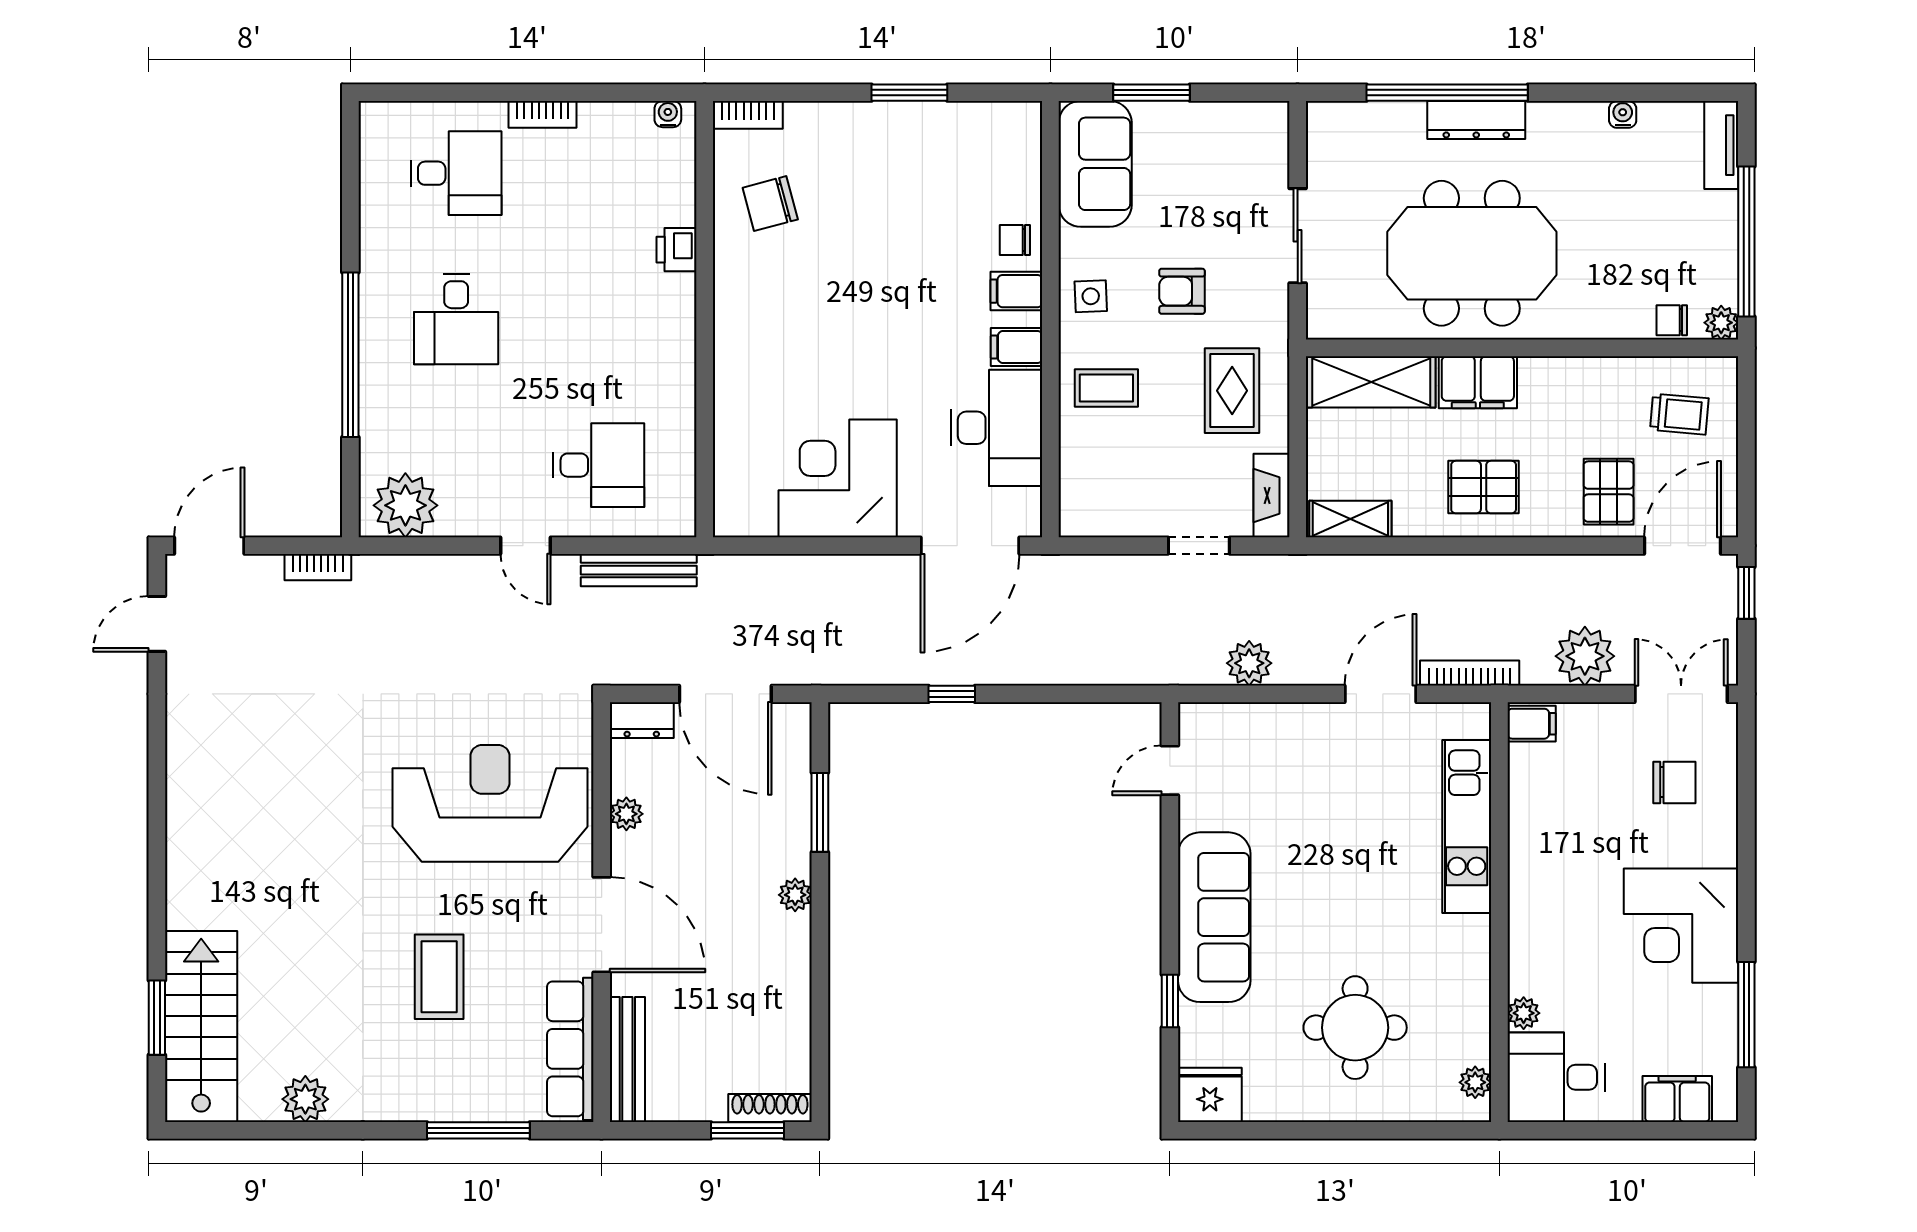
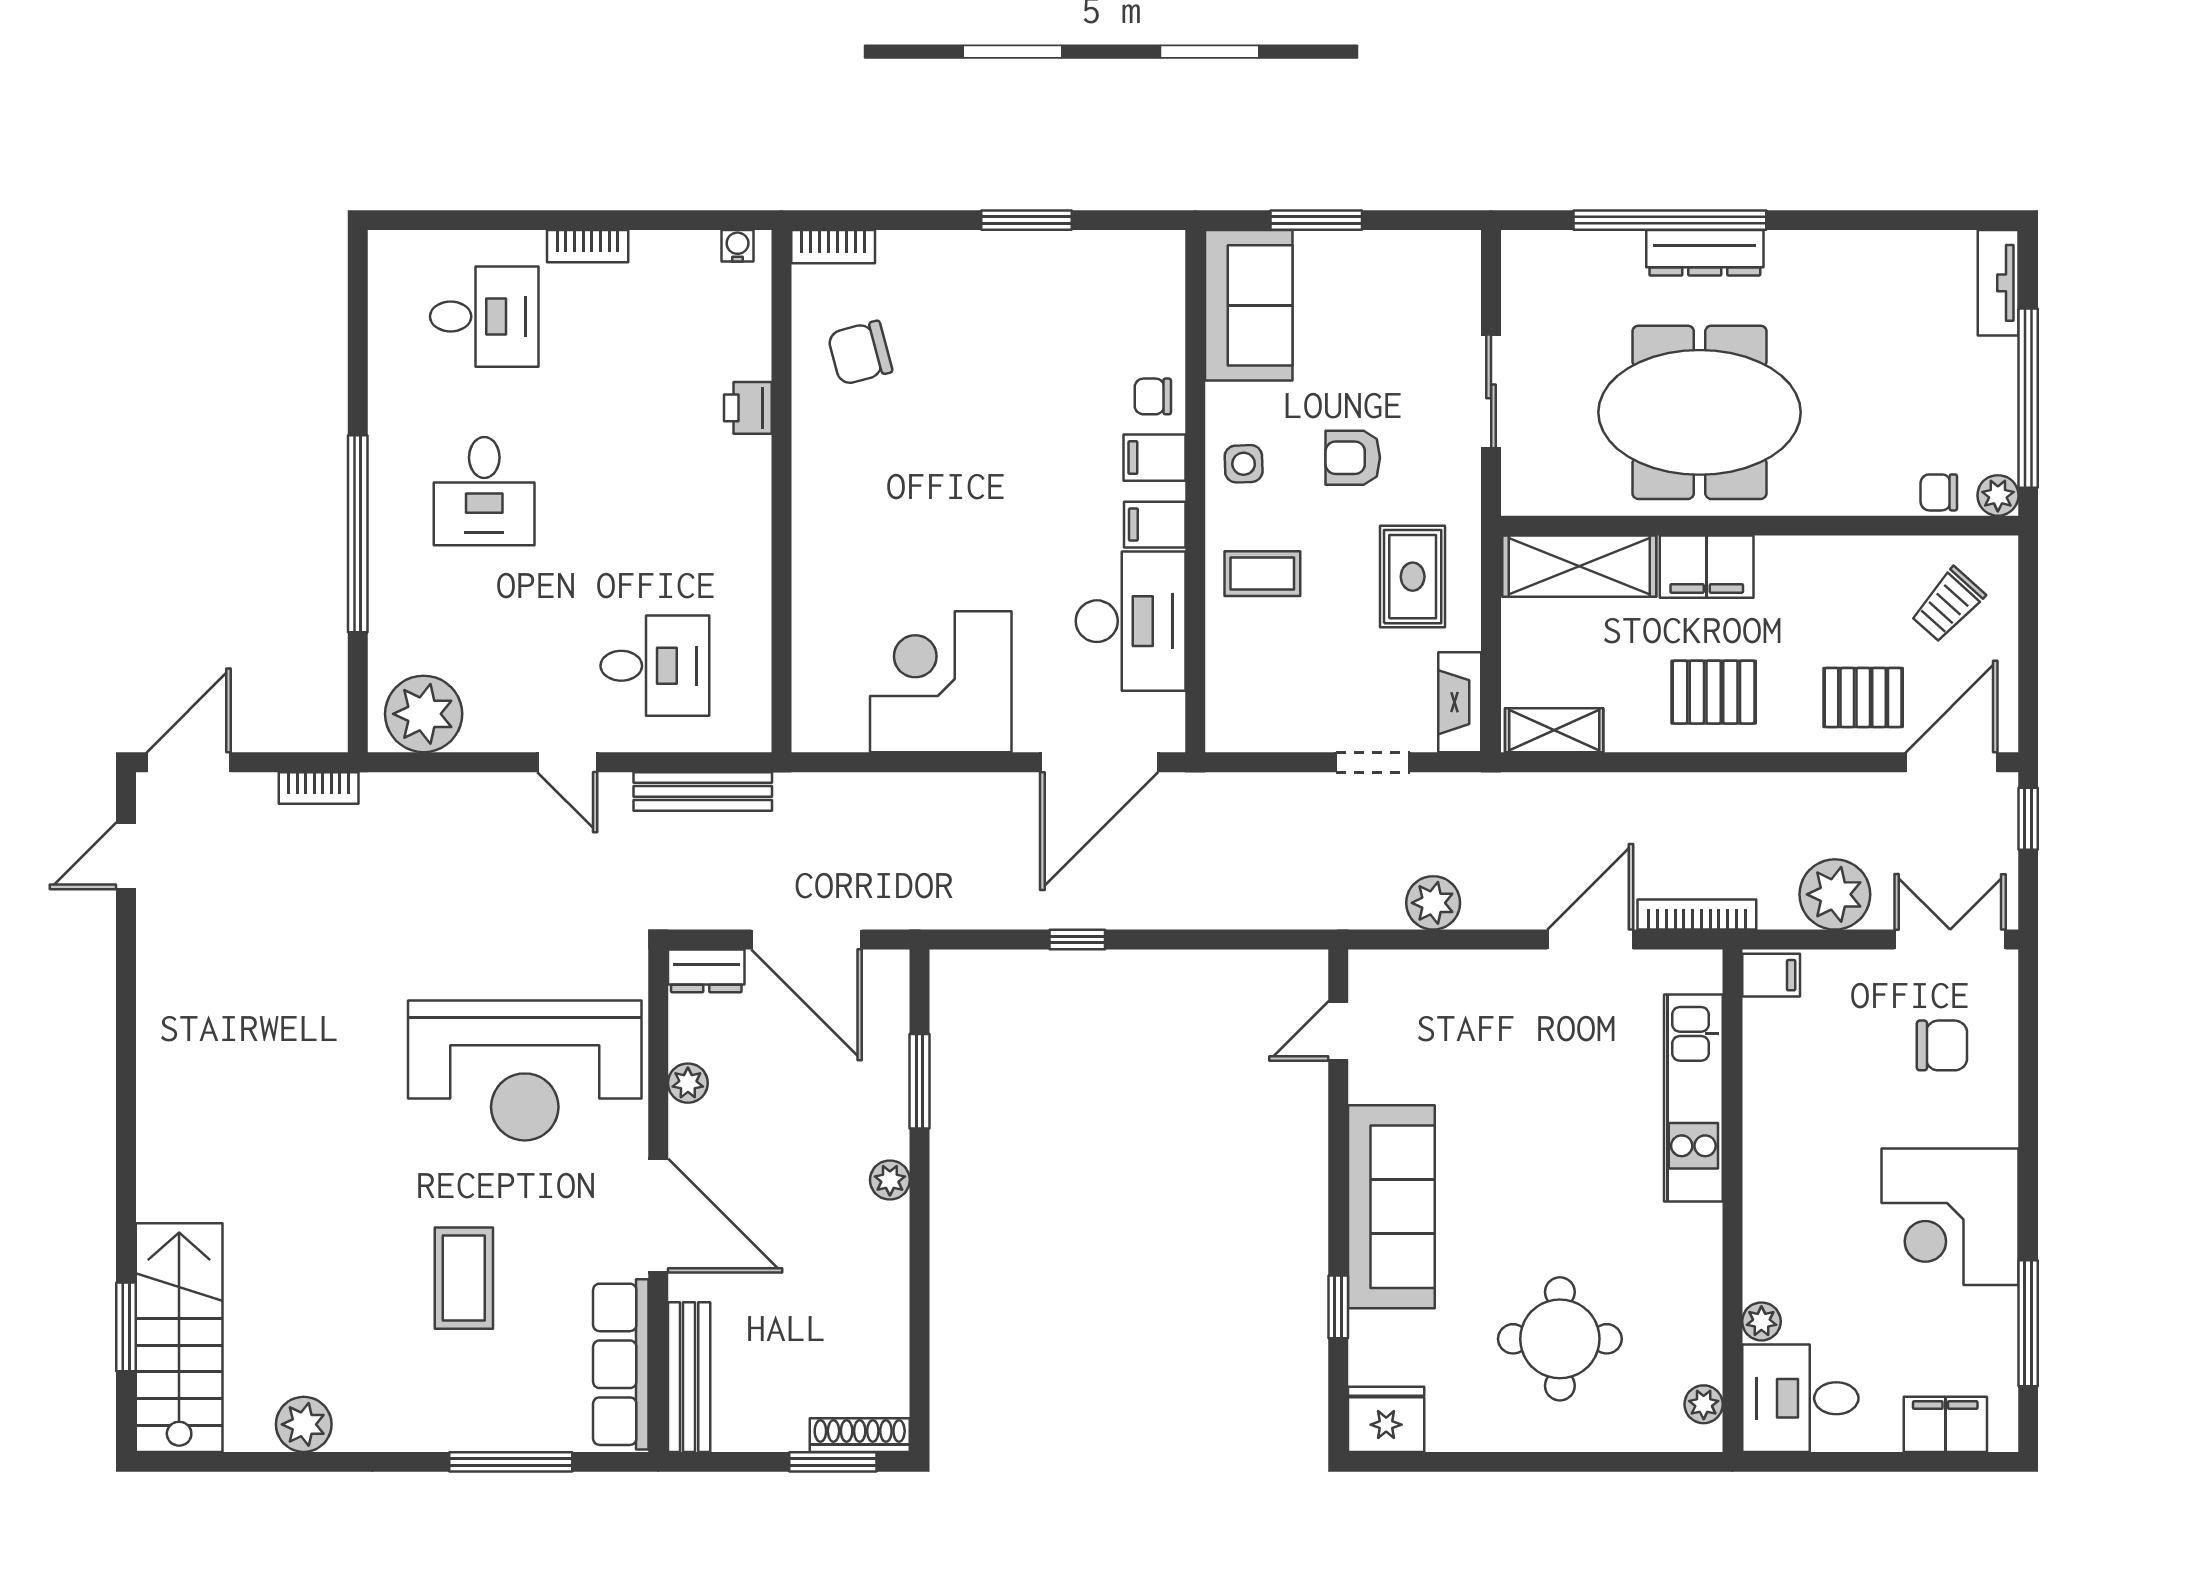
water cooler: (1623, 114) -> (1880, 246), removed
trolley: (1679, 414) -> (1948, 605), turned 127
pallet: (1609, 492) -> (1863, 697), turned 90
reception desk: (490, 803) -> (525, 1071), turned 180

